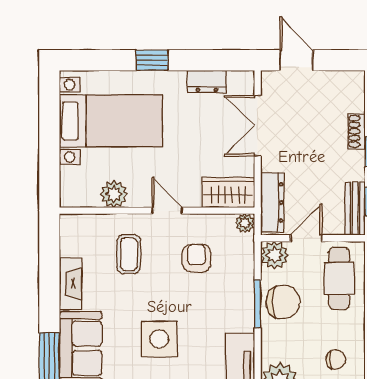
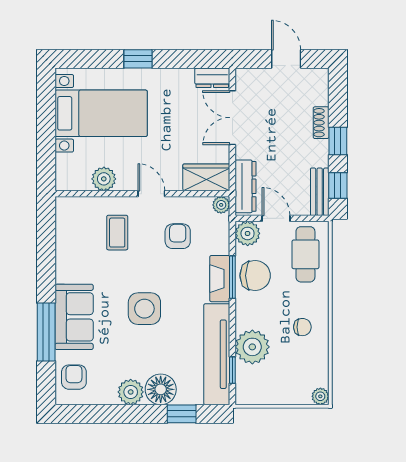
door: (296, 60) -> (286, 59), moved
dresser: (207, 81) -> (212, 78), moved
door: (306, 238) -> (276, 218), hinge flipped
fireplace: (70, 284) -> (220, 279), moved, turned 180

